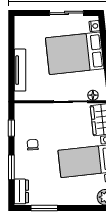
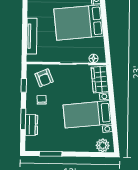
armchair: (35, 119) -> (44, 78), added
dresser: (21, 191) -> (31, 125), moved

